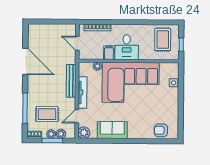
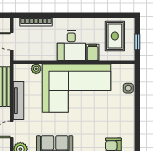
filing cabinet: (109, 53) -> (93, 52), moved

